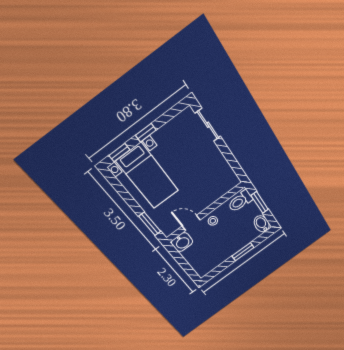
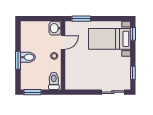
window: (146, 133) -> (133, 73), moved
window: (260, 202) -> (33, 92), moved
bidet: (262, 224) -> (28, 57), moved

